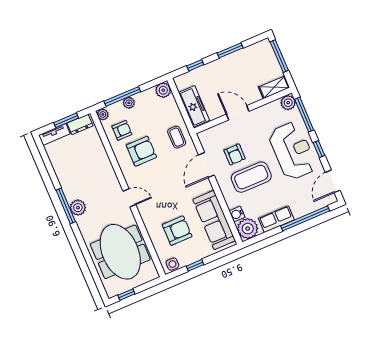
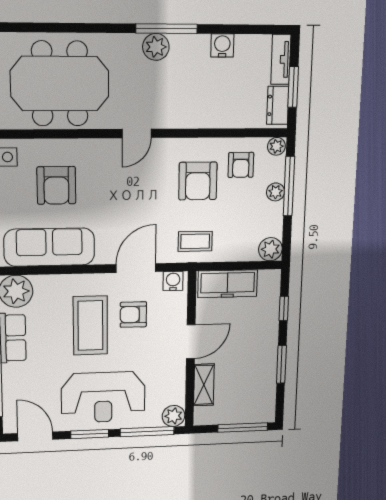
shelving: (274, 87) -> (204, 385), moved
window: (319, 149) -> (90, 434), width x1.50
door: (206, 165) -> (136, 268), hinge flipped
water cooler: (61, 171) -> (222, 45), added
water cooler: (237, 214) -> (173, 281), moved

